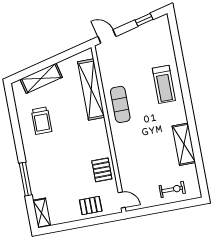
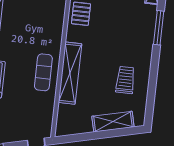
shelving: (91, 90) -> (70, 73), moved

